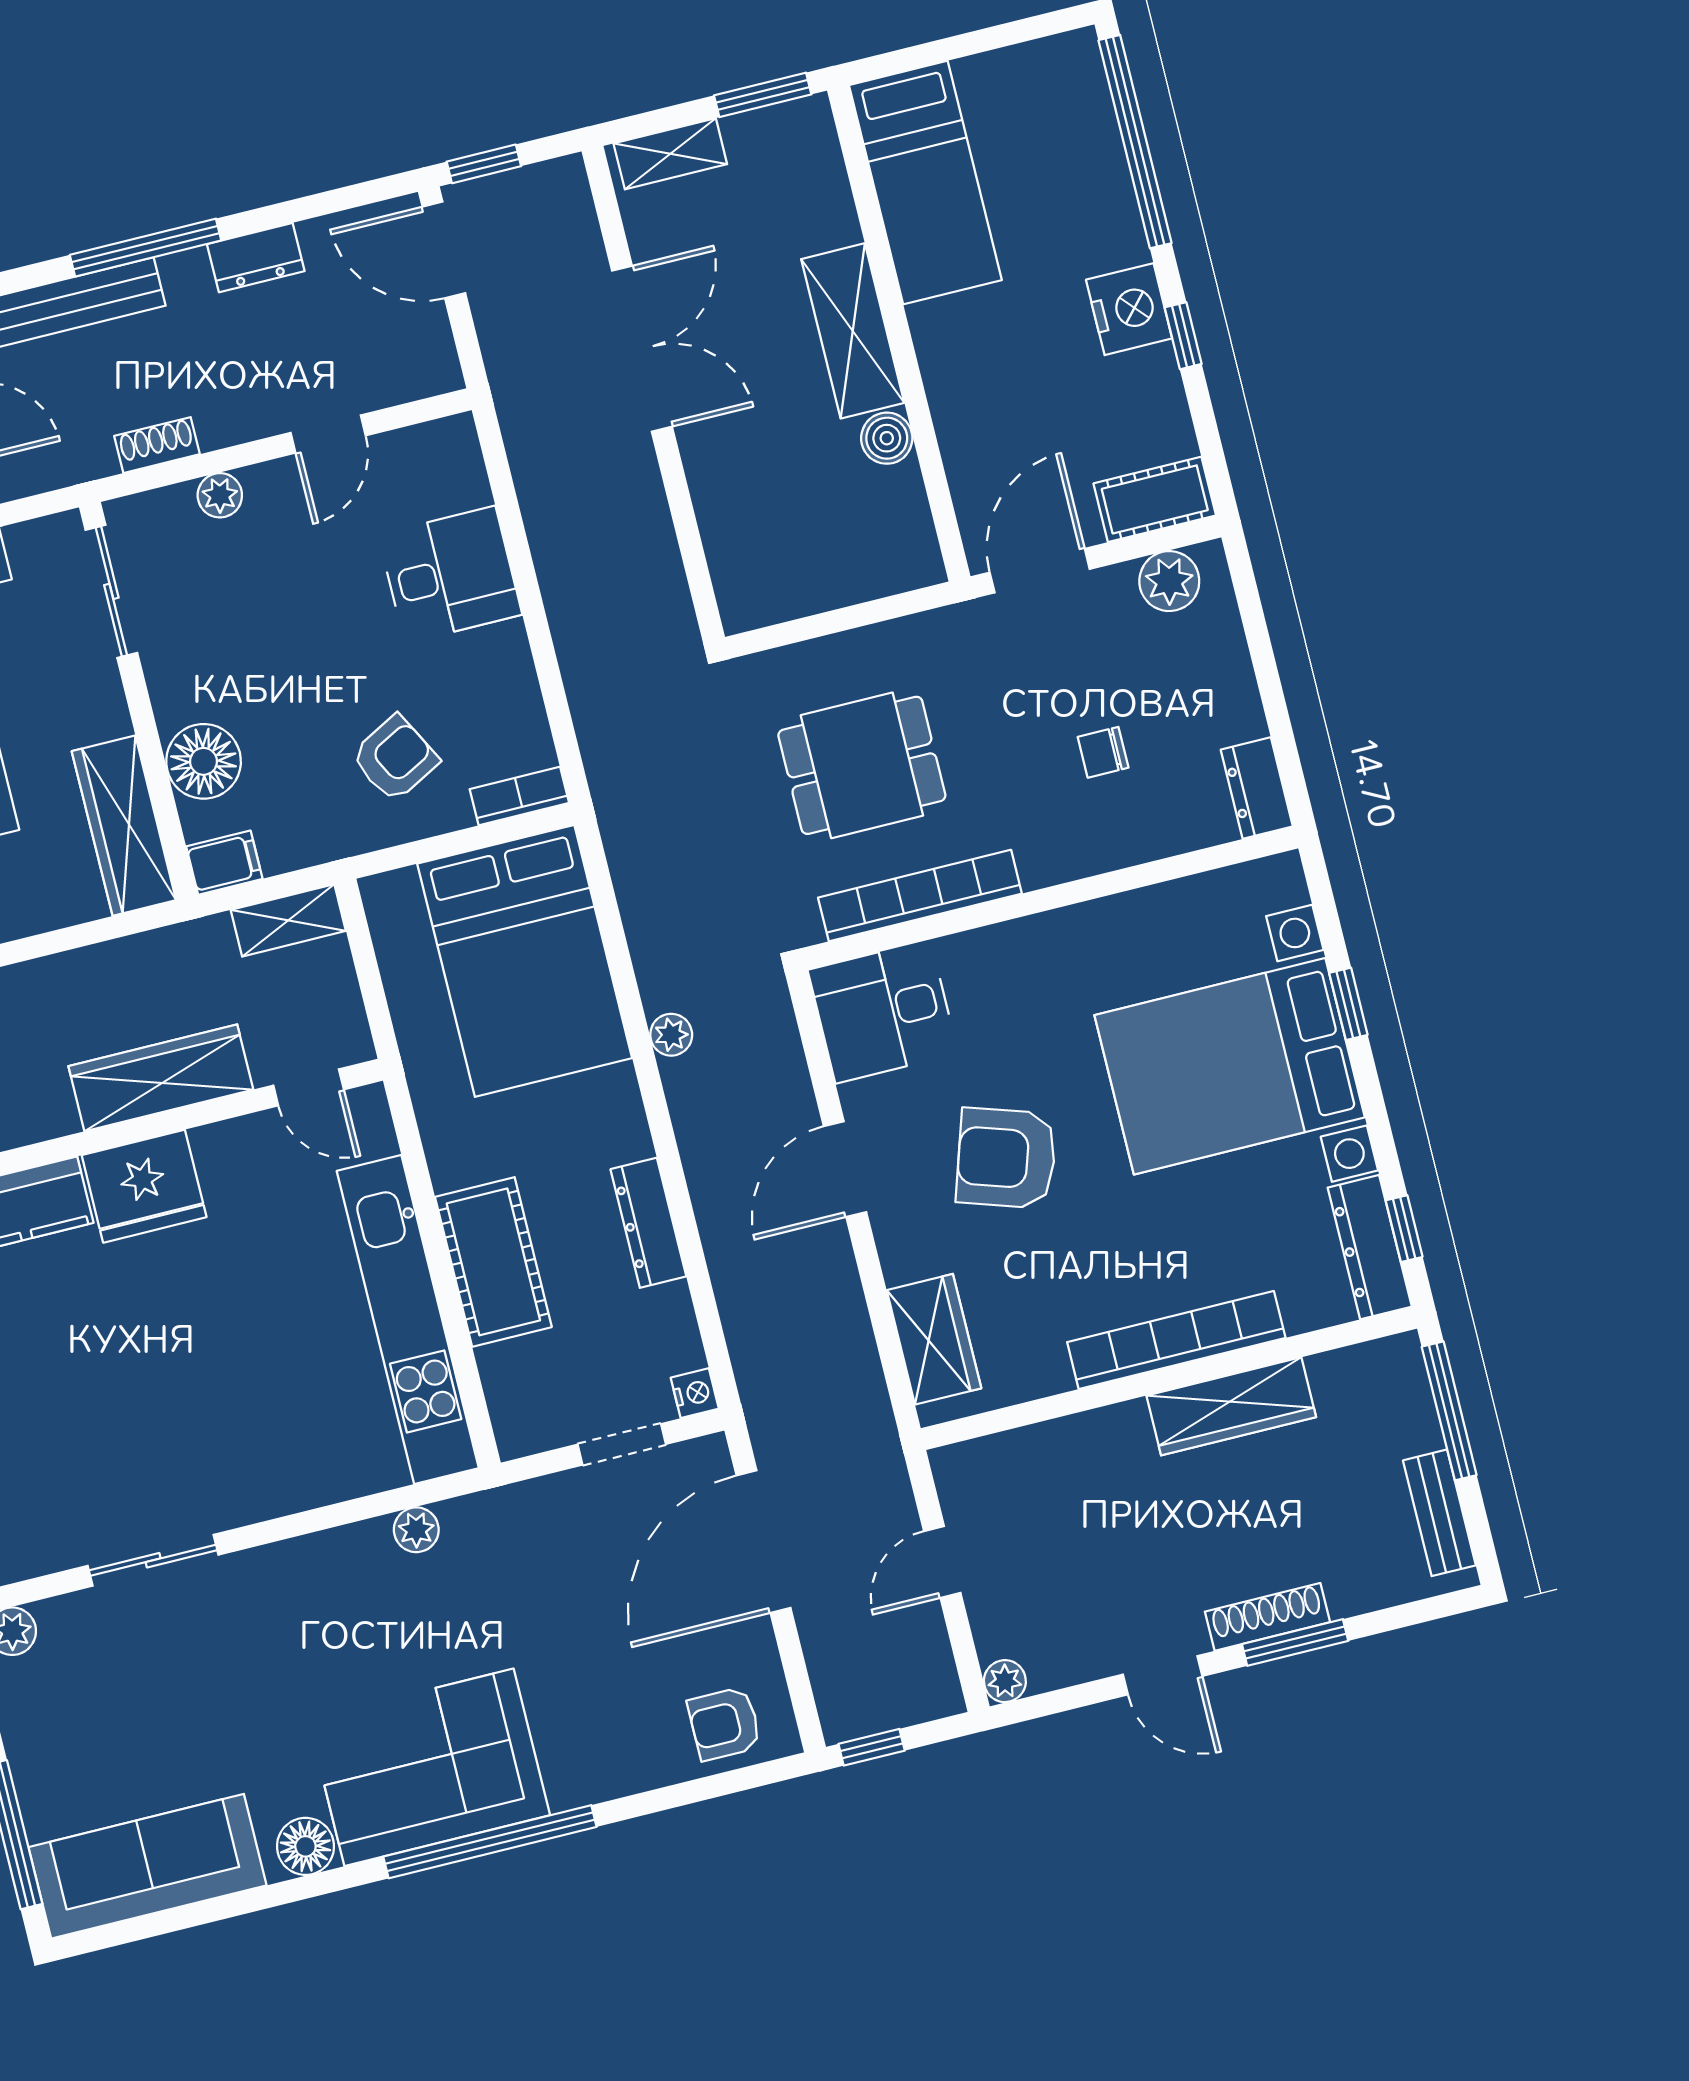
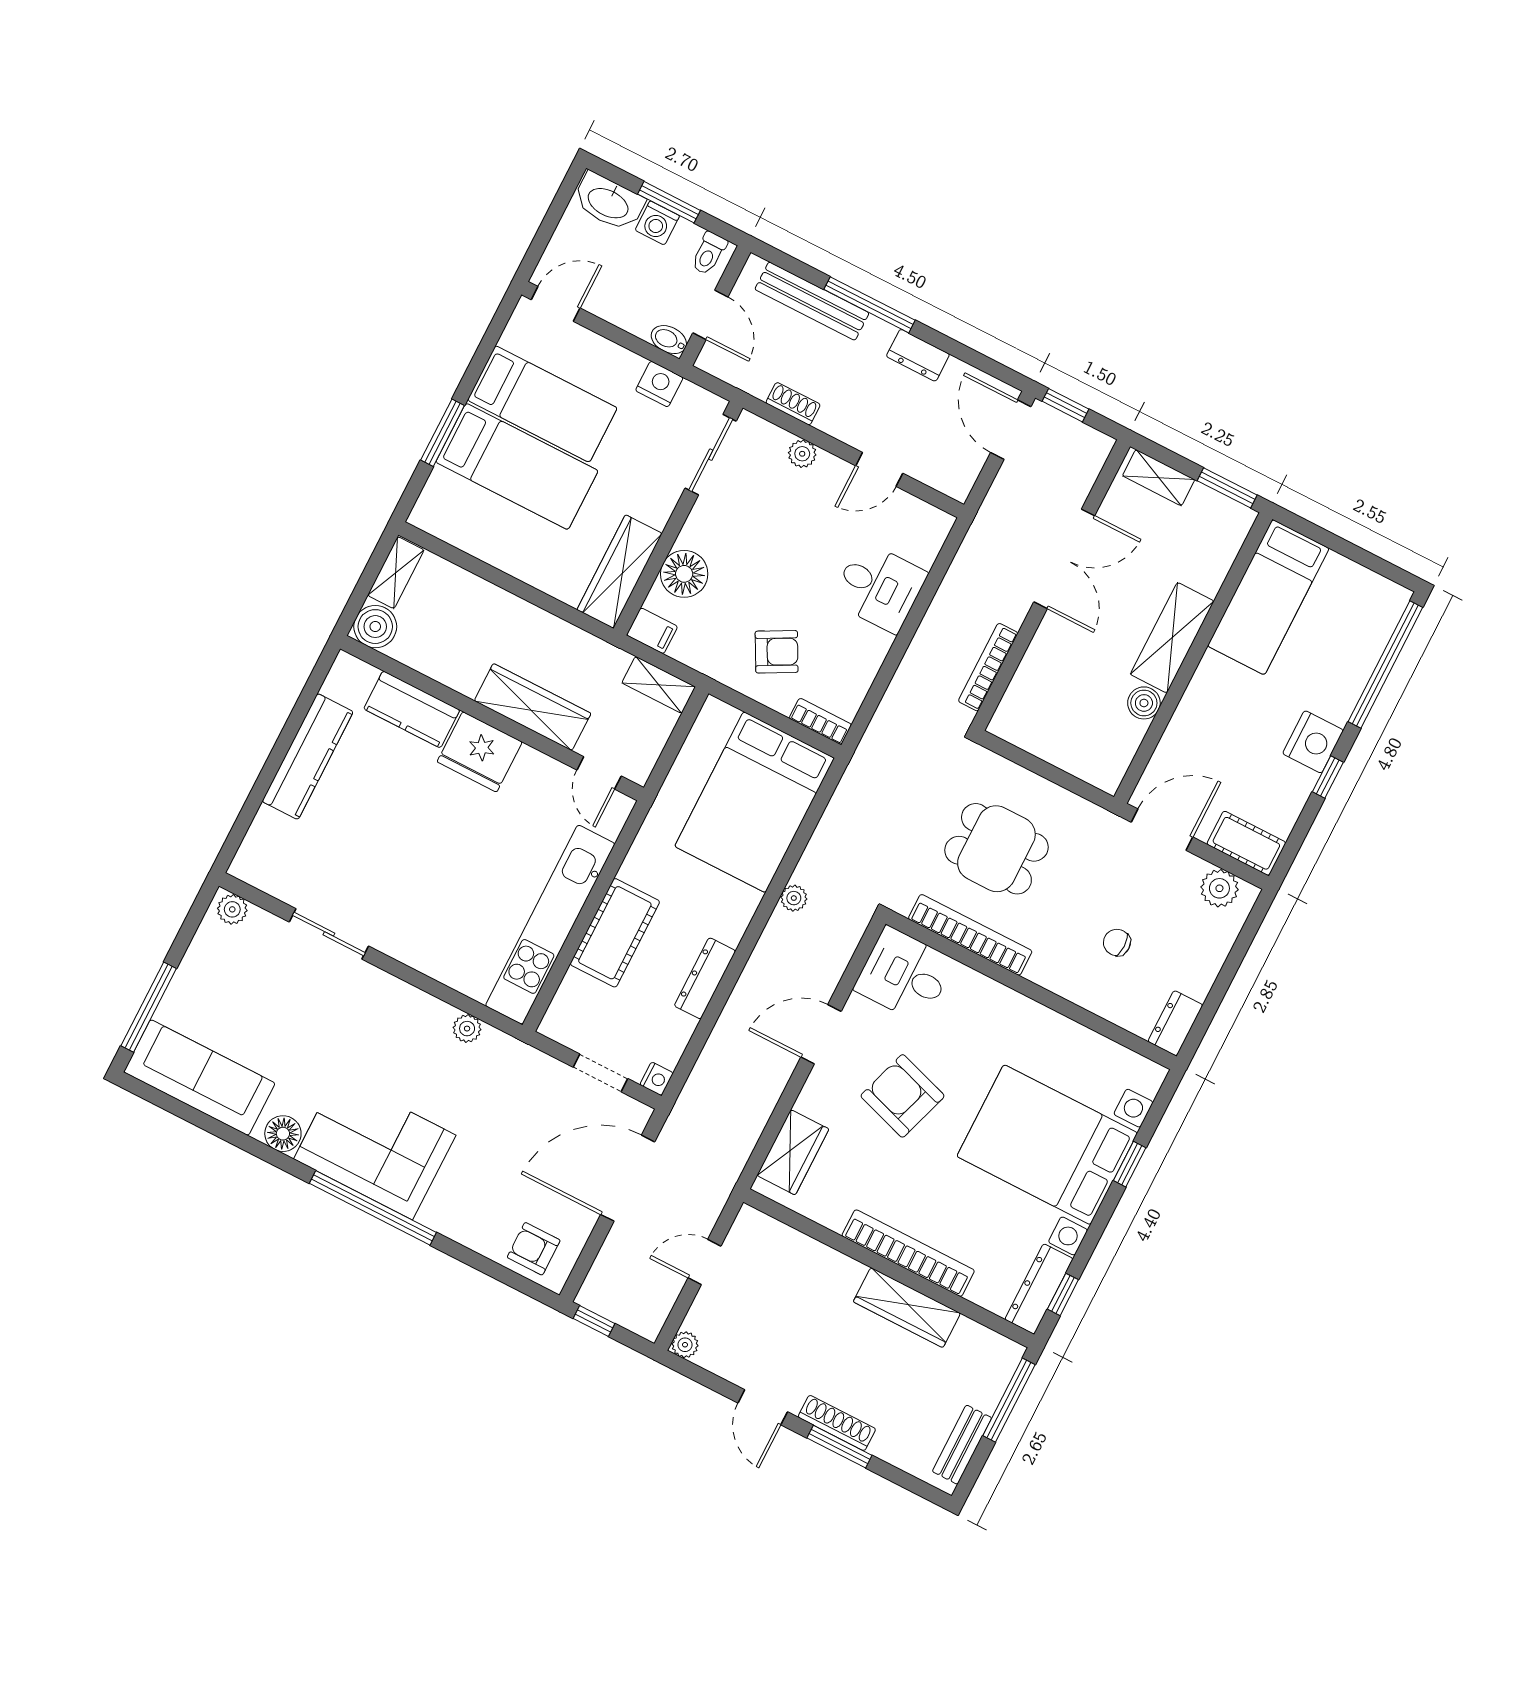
bookcase: (663, 557) -> (988, 667), added

